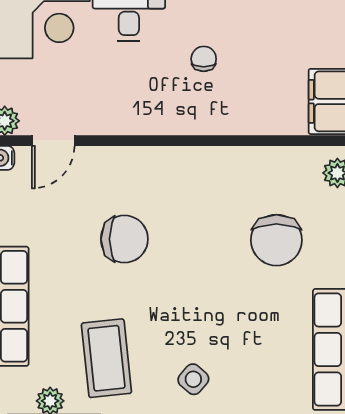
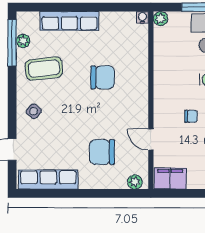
door: (53, 141) -> (151, 140), moved
chair: (124, 239) -> (103, 77), turned -90

